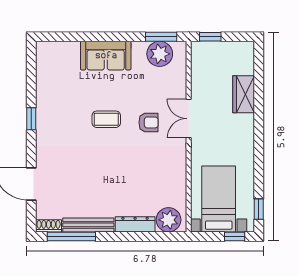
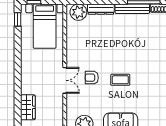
wardrobe: (244, 94) -> (28, 107), moved

